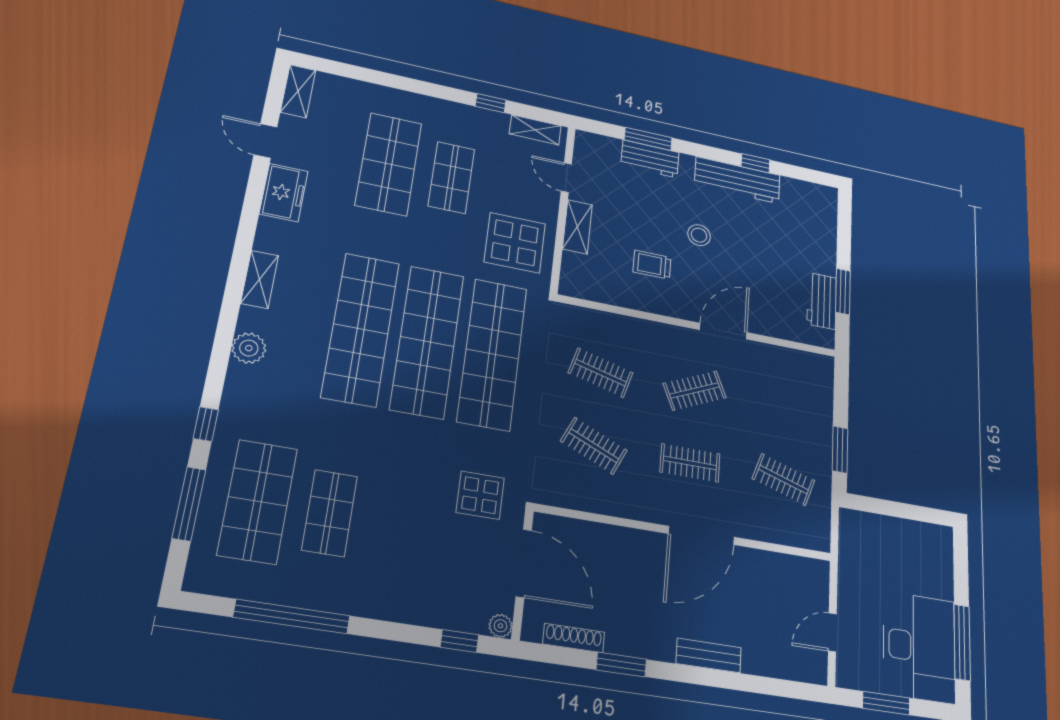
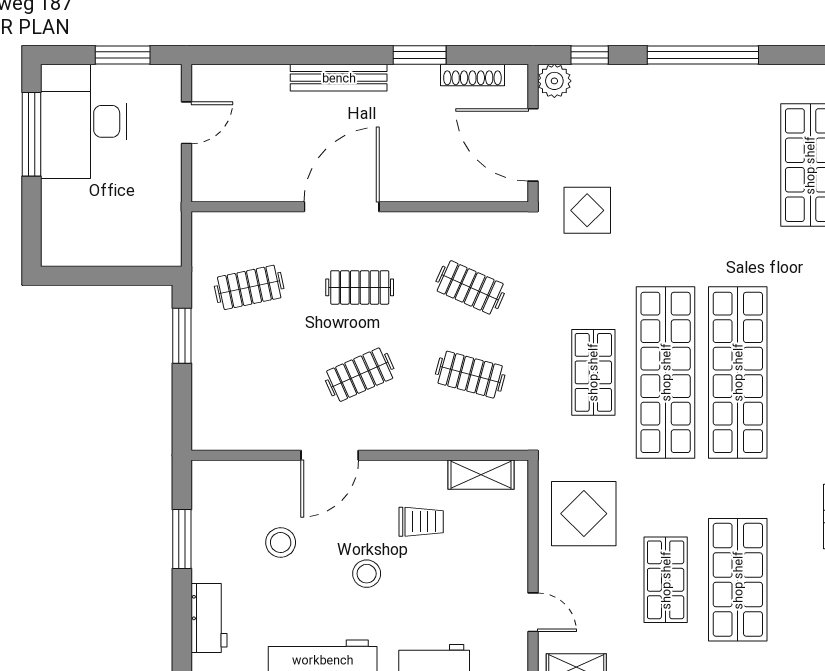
shelving: (577, 227) -> (481, 475), moved, turned 90
stool: (766, 273) -> (281, 543), added
workbench: (822, 301) -> (209, 618), moved
shop shelf: (492, 354) -> (593, 372), width x0.50, depth x0.74
clothes rail: (783, 480) -> (249, 287), turned -30
shop shelf: (330, 513) -> (738, 165), removed
window: (292, 617) -> (703, 55), moved
plant: (500, 626) -> (554, 81), width x1.38, depth x1.38
bench: (709, 655) -> (339, 78), width x1.36

